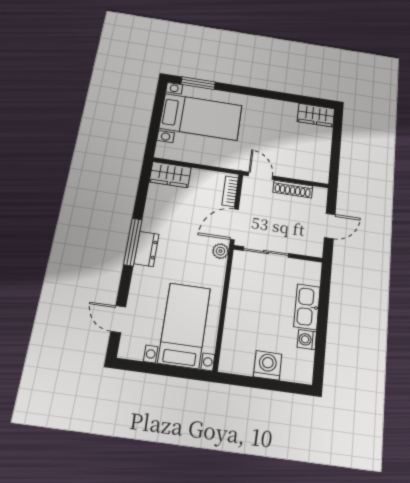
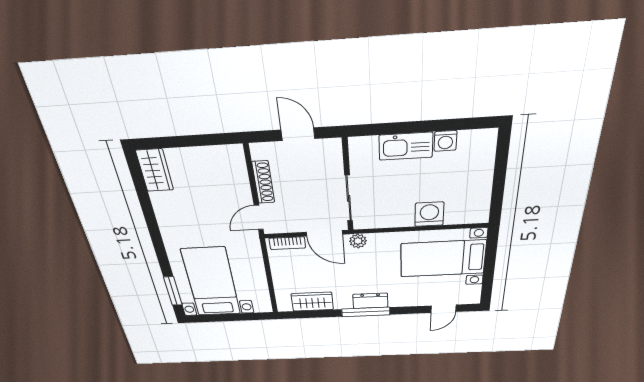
wardrobe: (170, 175) -> (312, 302), moved, turned -90
washing machine: (268, 365) -> (429, 214), moved, turned 90

